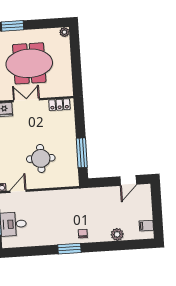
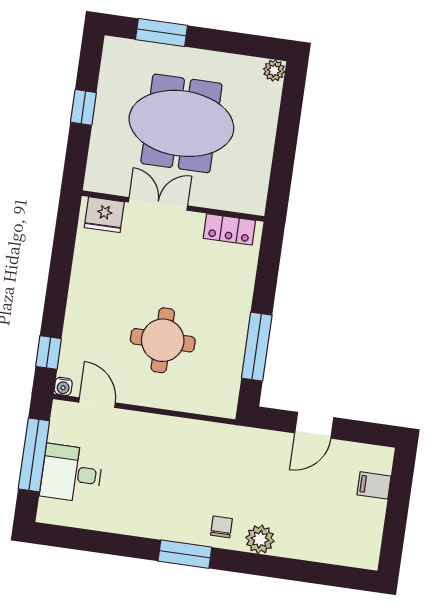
door: (128, 180) -> (314, 425), moved
door: (18, 191) -> (97, 403), hinge flipped
filing cabinet: (146, 226) -> (374, 485), moved
plant: (117, 234) -> (260, 539), moved

